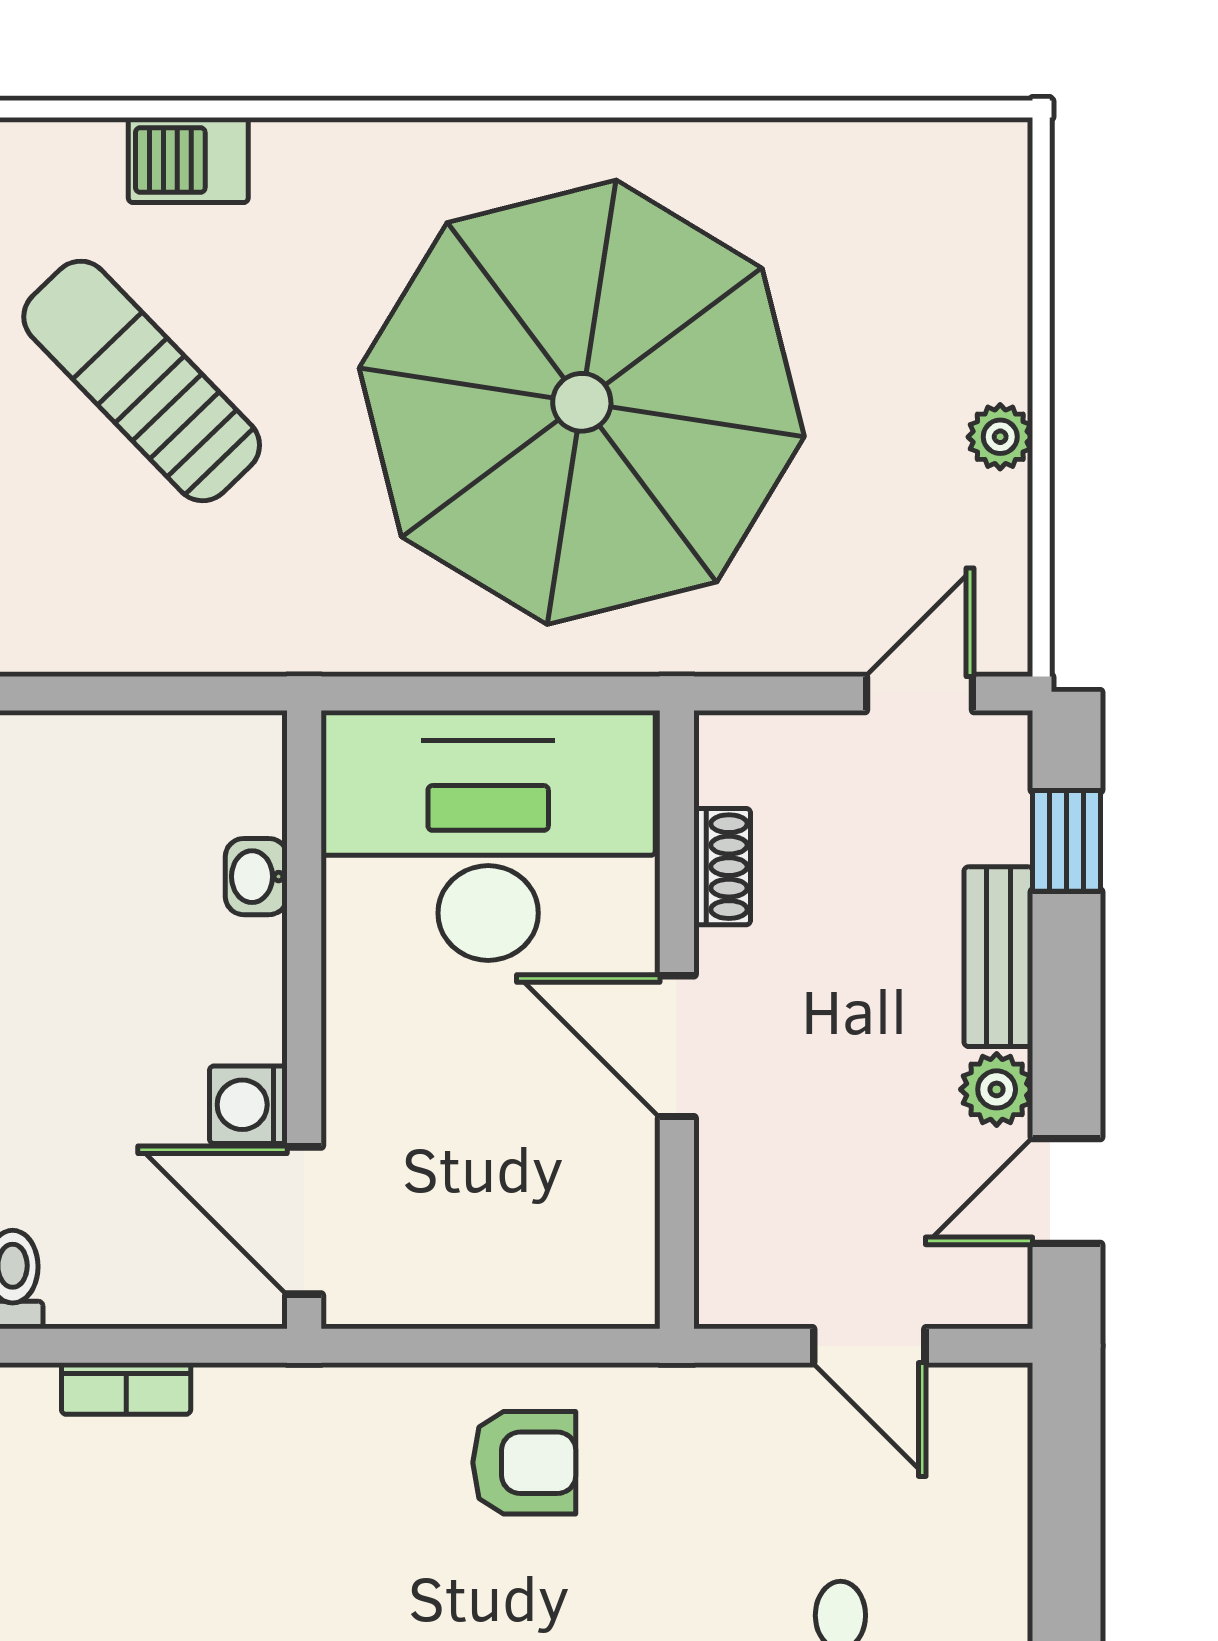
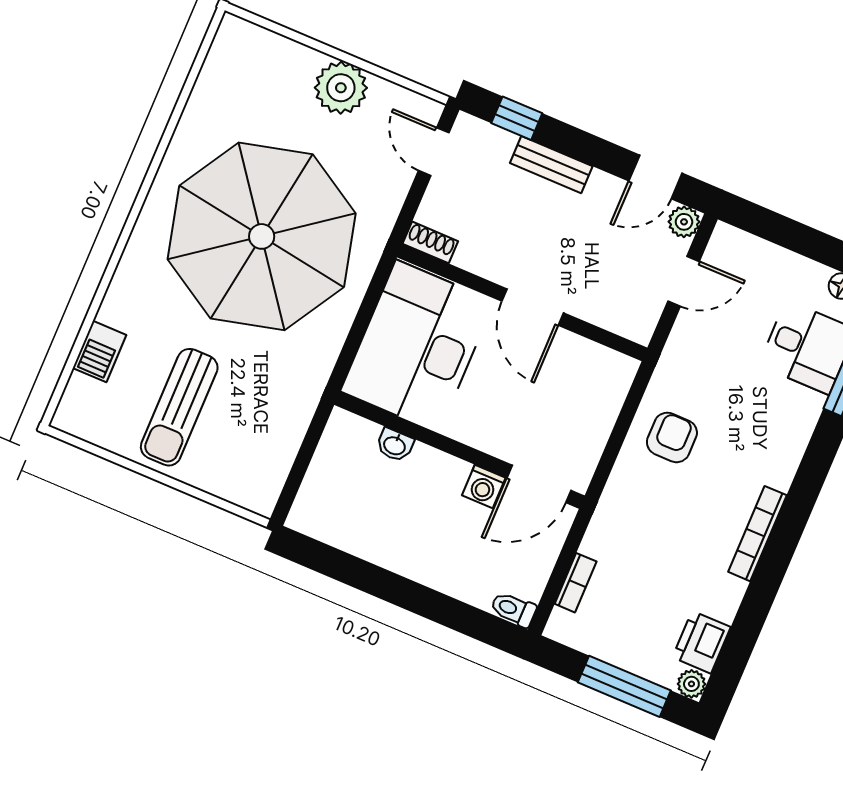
sun lounger: (142, 381) -> (179, 407), turned -46
plant: (1000, 437) -> (341, 88), width x1.88, depth x1.88
shoe rack: (722, 867) -> (430, 242), moved
door: (677, 1046) -> (533, 307), hinge flipped
plant: (997, 1089) -> (684, 222), moved
door: (1067, 1191) -> (655, 177), hinge flipped

